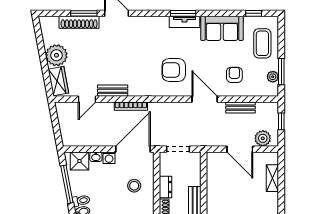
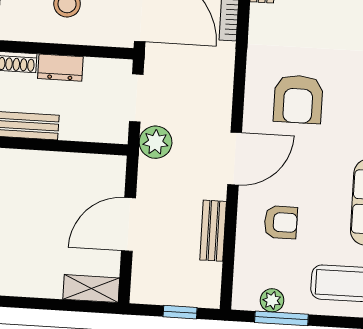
armchair: (174, 70) -> (298, 99), turned 180
plant: (263, 138) -> (156, 142), moved
shelving: (272, 178) -> (91, 289), moved

